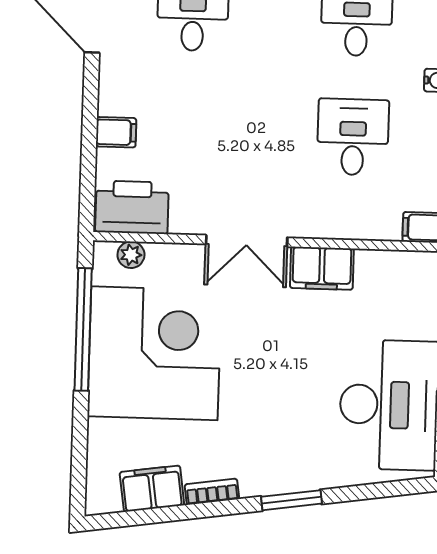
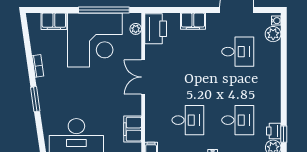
filing cabinet: (116, 132) -> (193, 21), width x2.00
filing cabinet: (322, 268) -> (133, 129), moved
filing cabinet: (152, 489) -> (54, 21), moved, turned 98

